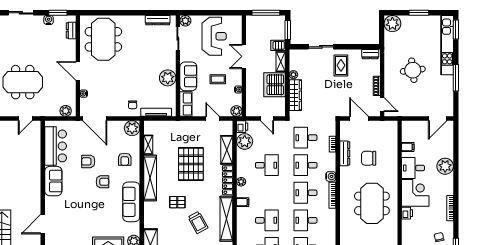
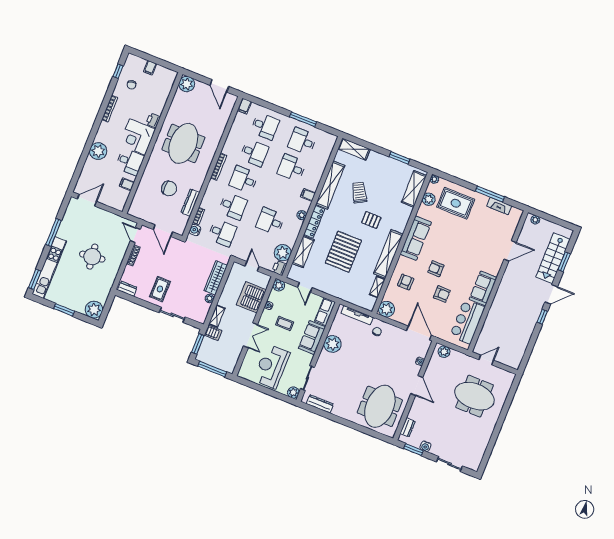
server rack: (275, 85) -> (251, 297), moved, turned 180
water cooler: (331, 176) -> (195, 230), moved
desk: (306, 193) -> (244, 179), turned 180

